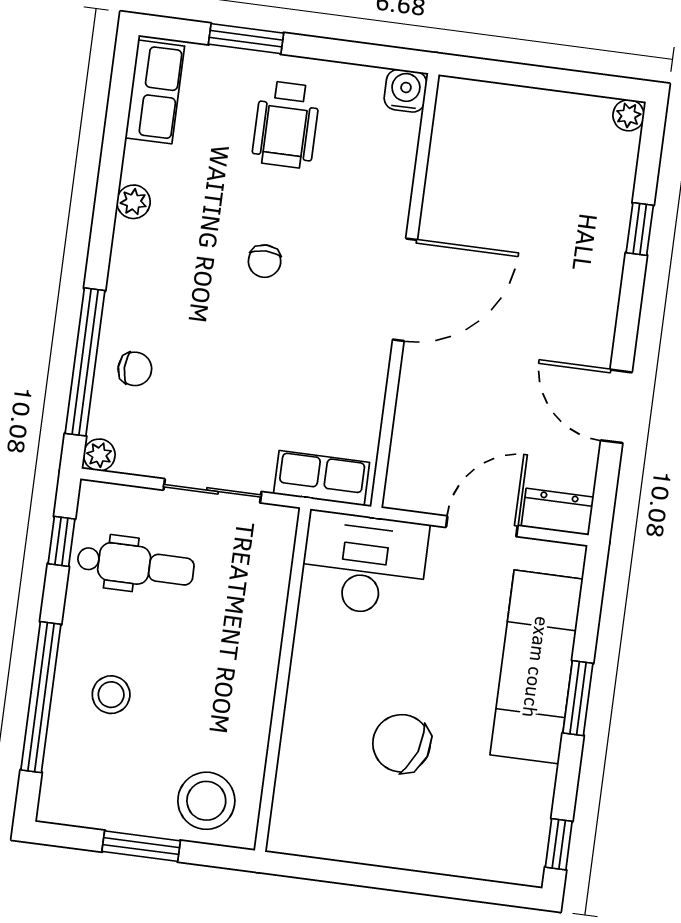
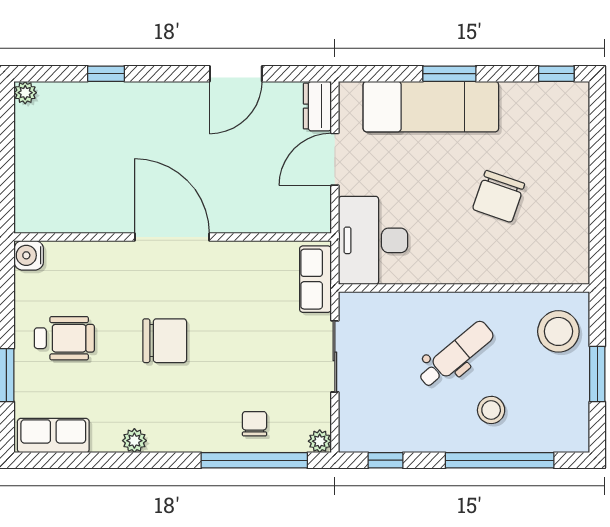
chair: (265, 261) -> (165, 341), width x1.87, depth x1.87
door: (482, 526) -> (335, 159), hinge flipped
dental chair: (136, 565) -> (456, 355), moved, turned 50

